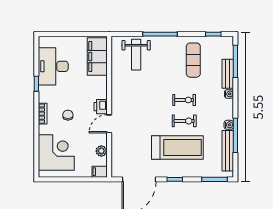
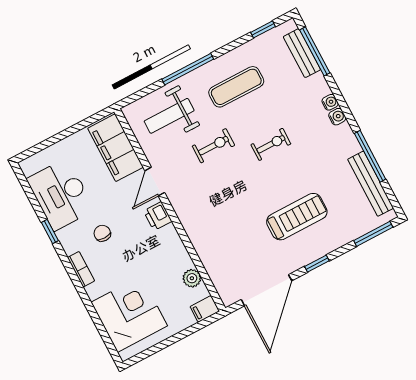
weight bench: (136, 55) -> (169, 116), turned 90
exercise mat: (193, 60) -> (236, 87), moved, turned 90
bench: (228, 74) -> (302, 53), moved
chair: (68, 115) -> (102, 233), moved
exercise bike: (184, 121) -> (213, 146), moved
door: (109, 124) -> (155, 182), moved
water cooler: (229, 125) -> (337, 117), moved
treadmill: (177, 147) -> (297, 217), width x0.73, depth x0.73

